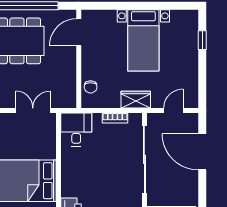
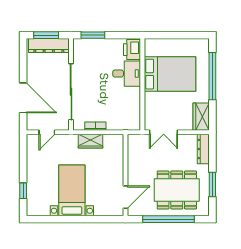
chair: (91, 87) -> (116, 152), removed
wardrobe: (136, 100) -> (90, 141), moved
desk: (76, 129) -> (127, 74), moved, turned -90

